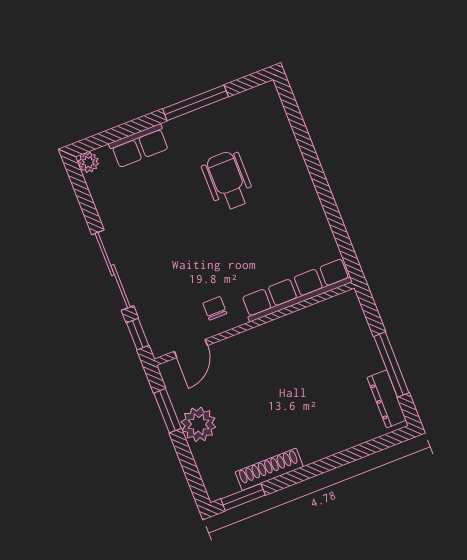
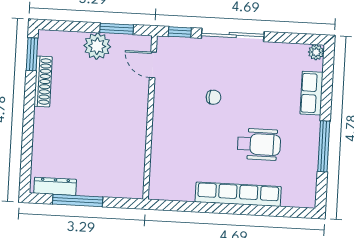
row of seats: (296, 290) -> (238, 194), moved, turned -90
chair: (215, 308) -> (213, 97), moved

